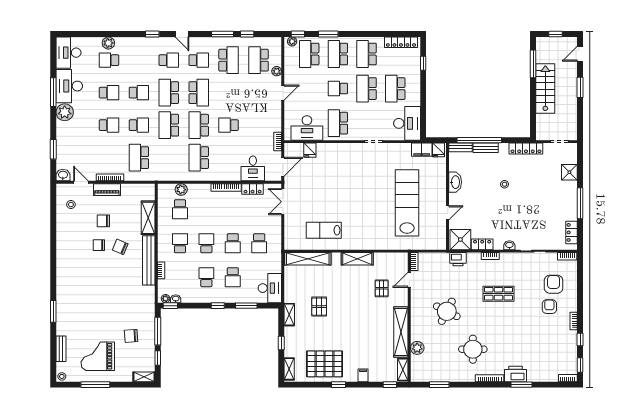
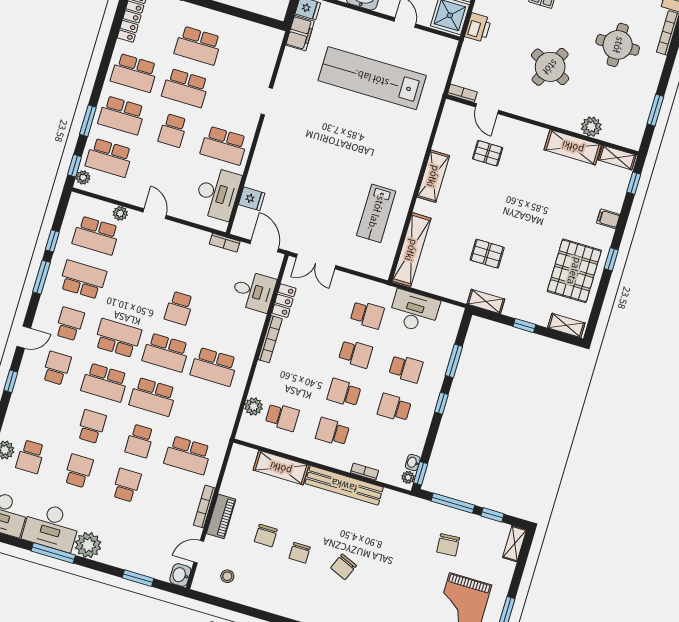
desk: (407, 123) -> (255, 43), removed
school desk: (139, 125) -> (140, 441), turned 180
chair: (120, 247) -> (344, 567), moved
desk: (270, 288) -> (414, 311), moved
shelving: (401, 332) -> (573, 147), width x0.68

